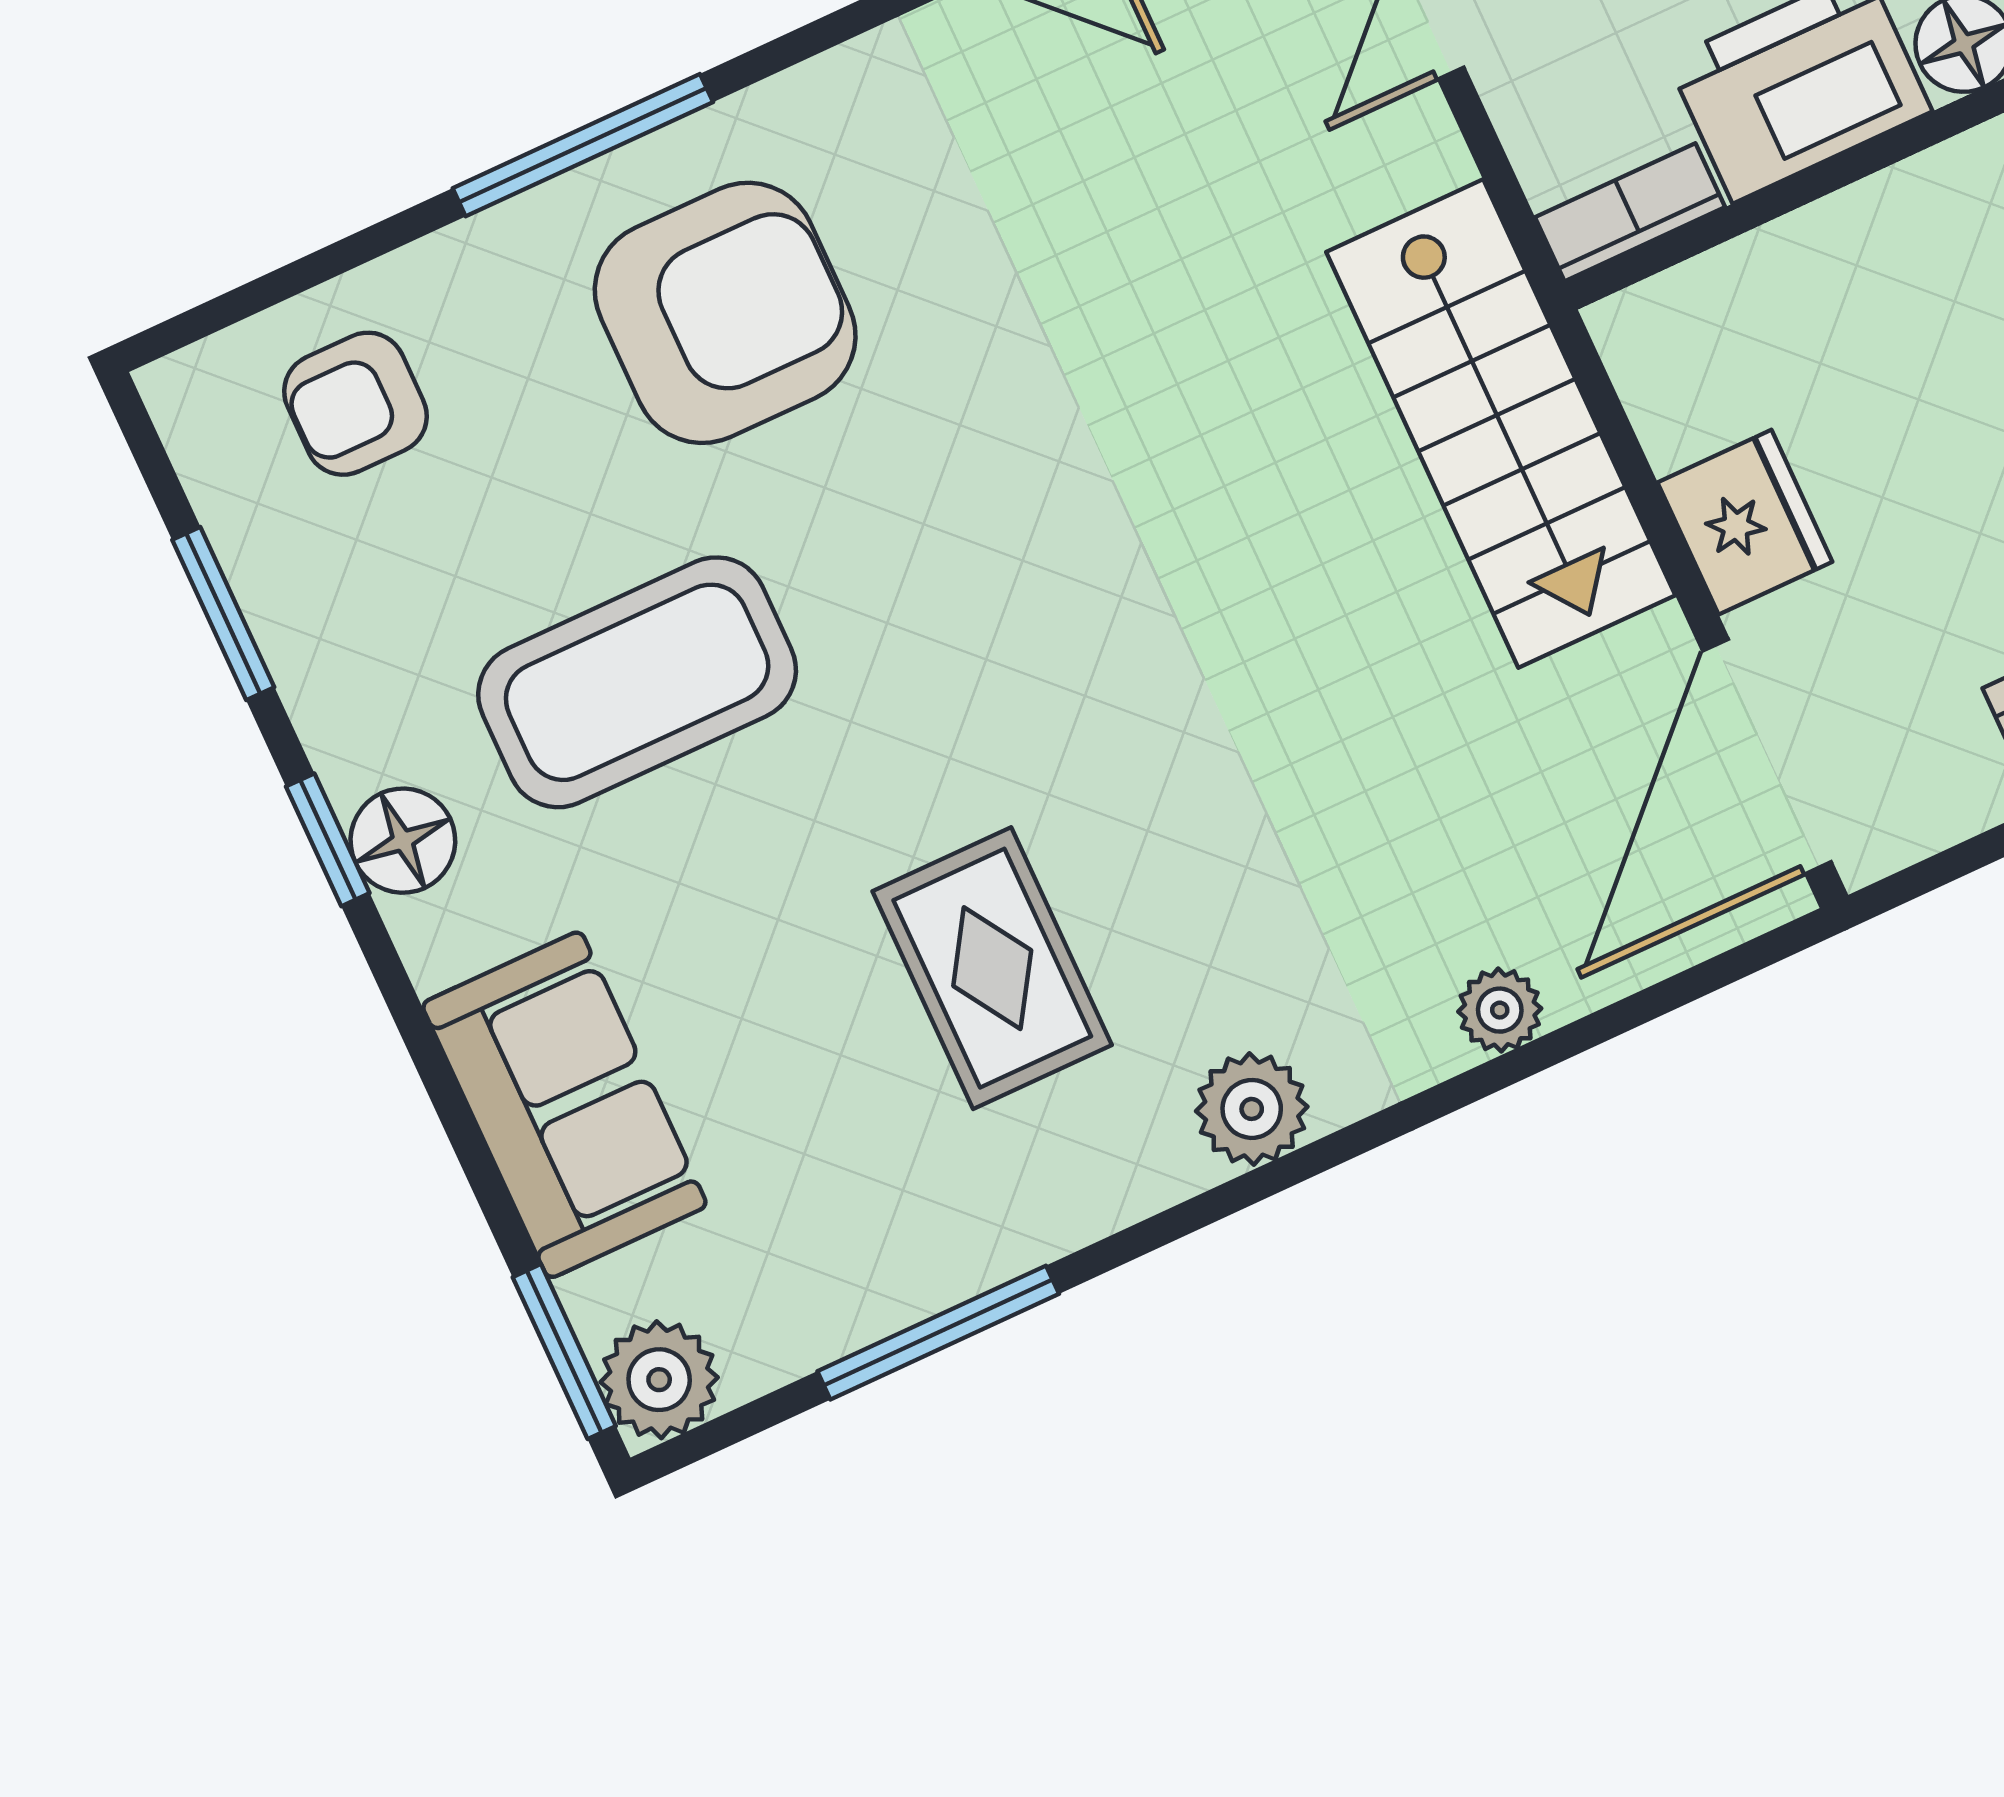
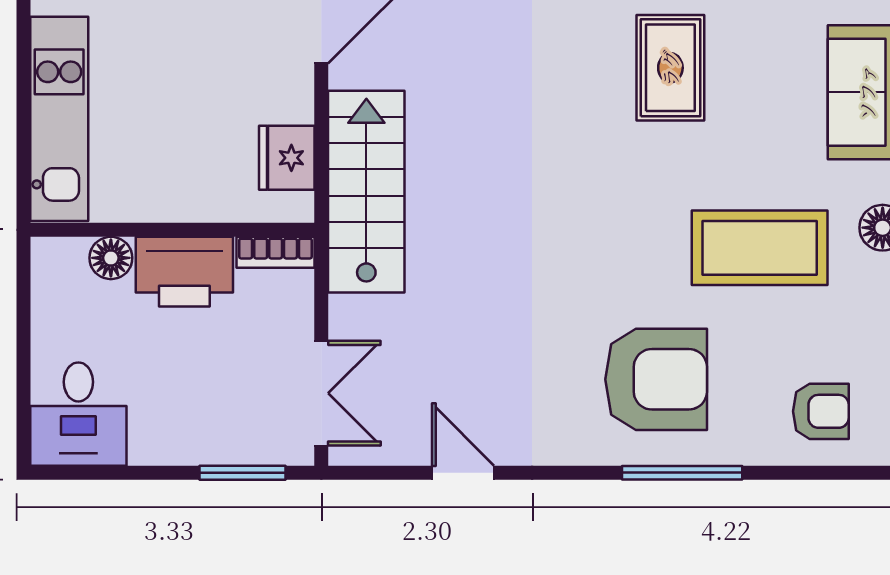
armchair: (725, 313) -> (656, 379), turned 180
fridge: (1745, 522) -> (287, 158), moved

